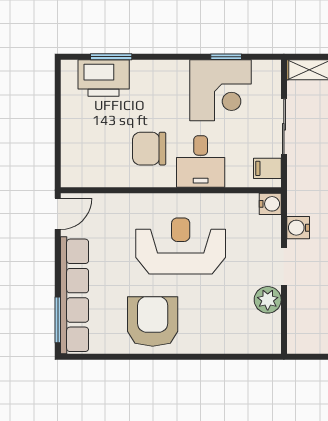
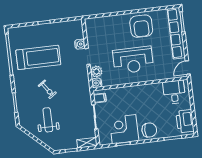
printer: (104, 78) -> (185, 121), moved, turned -90
chair: (149, 149) -> (149, 130), moved
desk: (201, 161) -> (174, 92), moved
water cooler: (298, 228) -> (80, 44), moved
plant: (268, 300) -> (96, 71), moved

